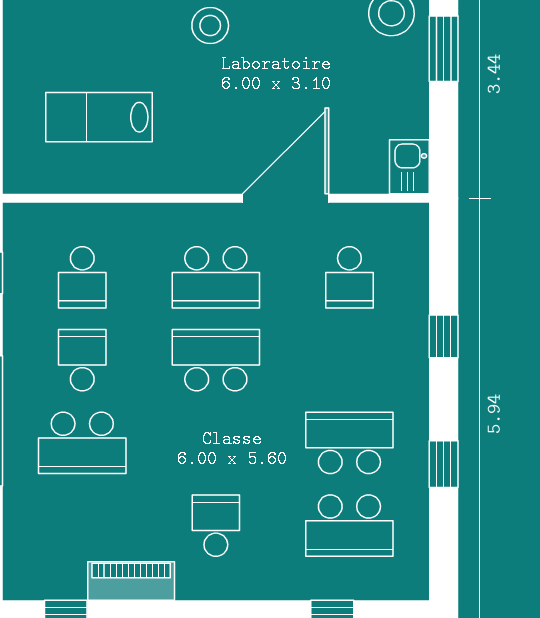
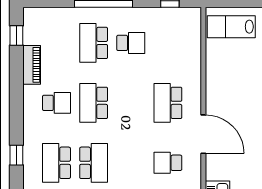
lab bench: (99, 117) -> (231, 27), moved, turned -90
school desk: (82, 277) -> (168, 43), removed
school desk: (216, 360) -> (94, 103), moved, turned 180

